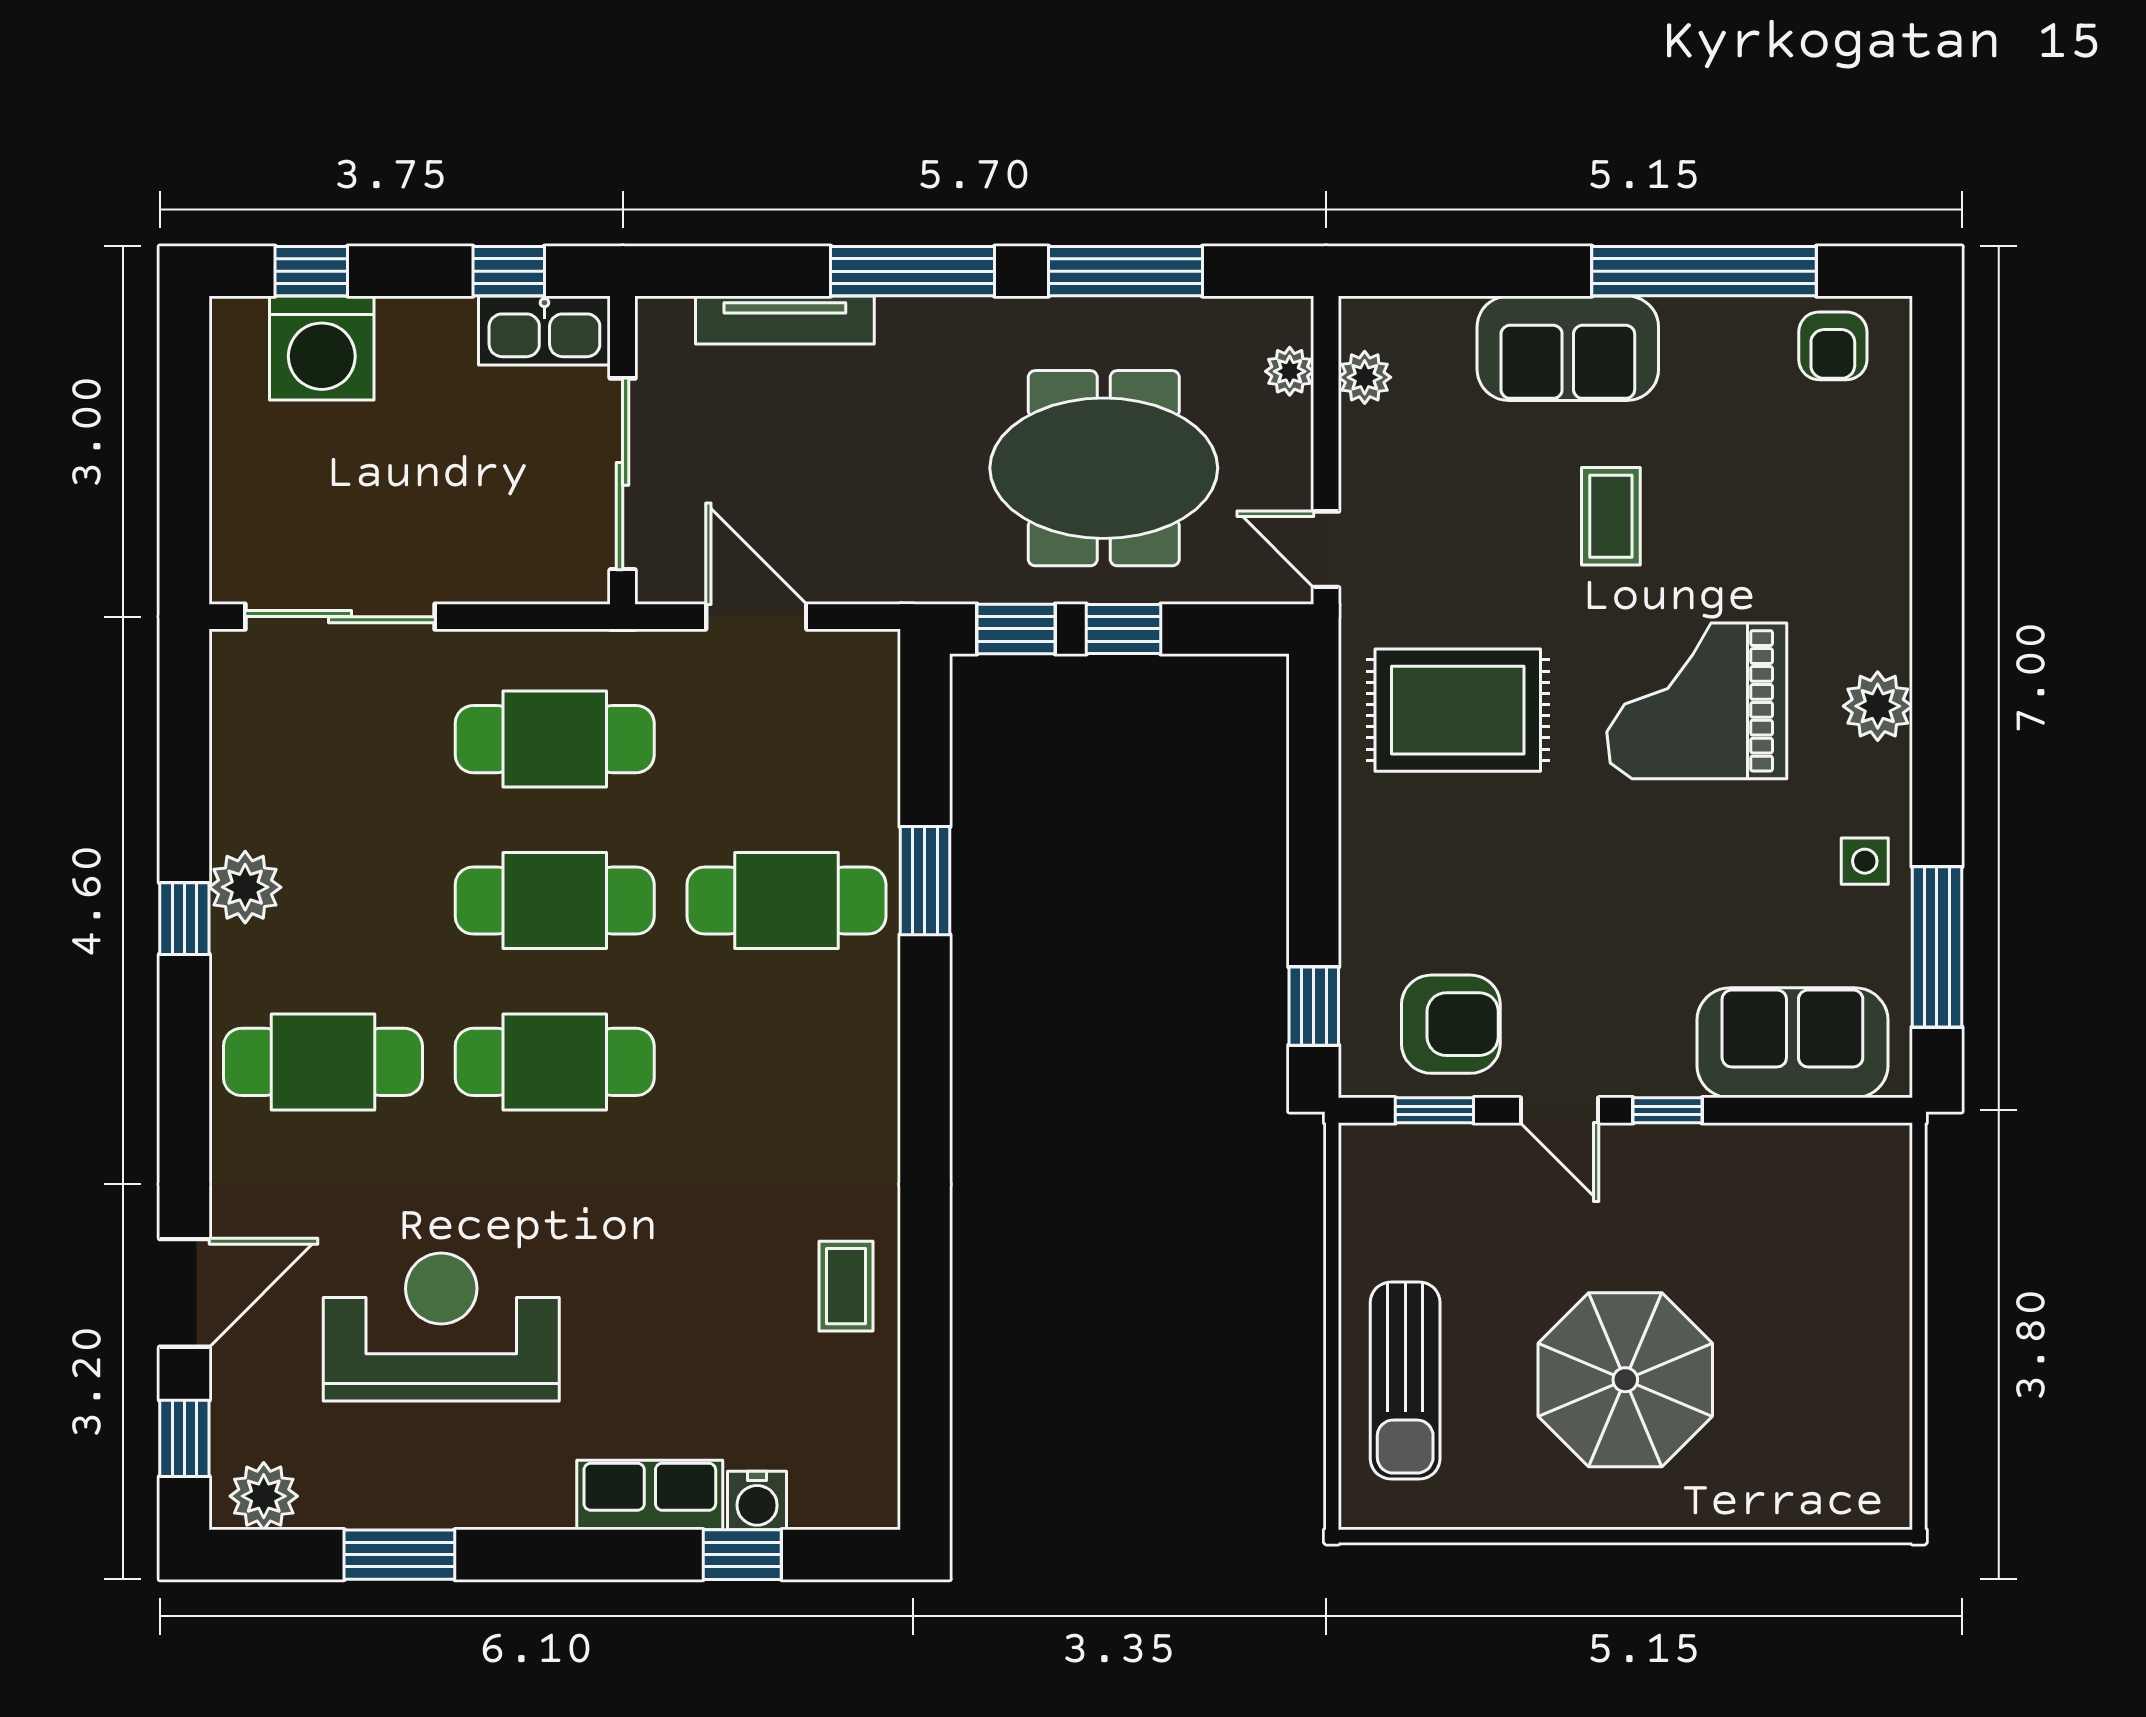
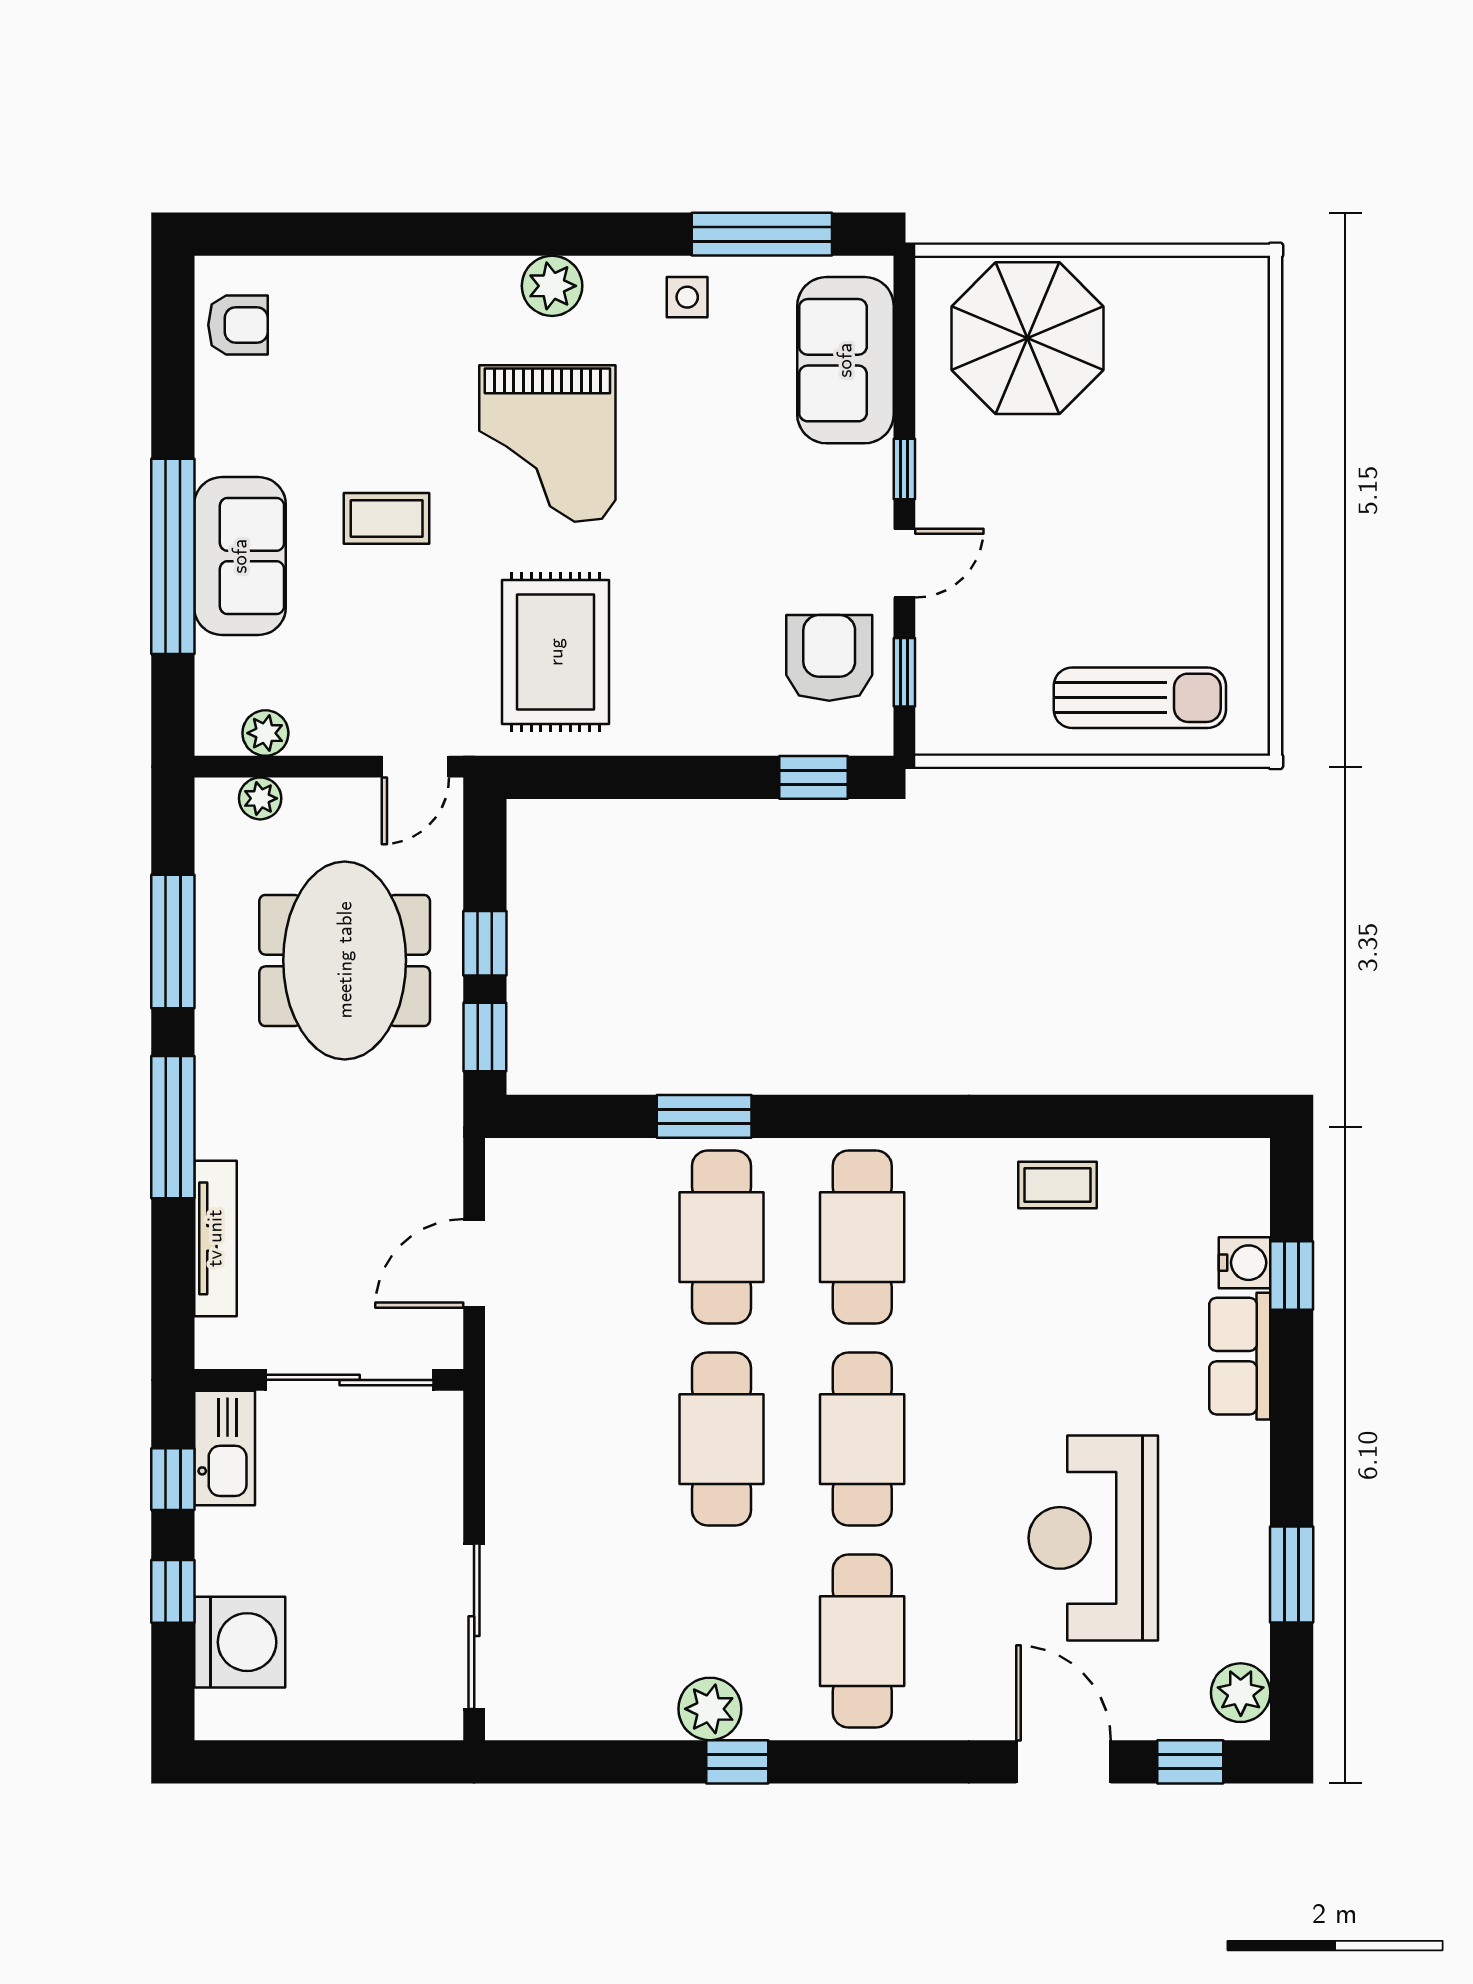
window: (311, 271) -> (173, 1591), moved
window: (1704, 271) -> (173, 556), moved
cafe table: (555, 739) -> (862, 1237), moved
parasol: (1625, 1380) -> (1027, 338), moved

